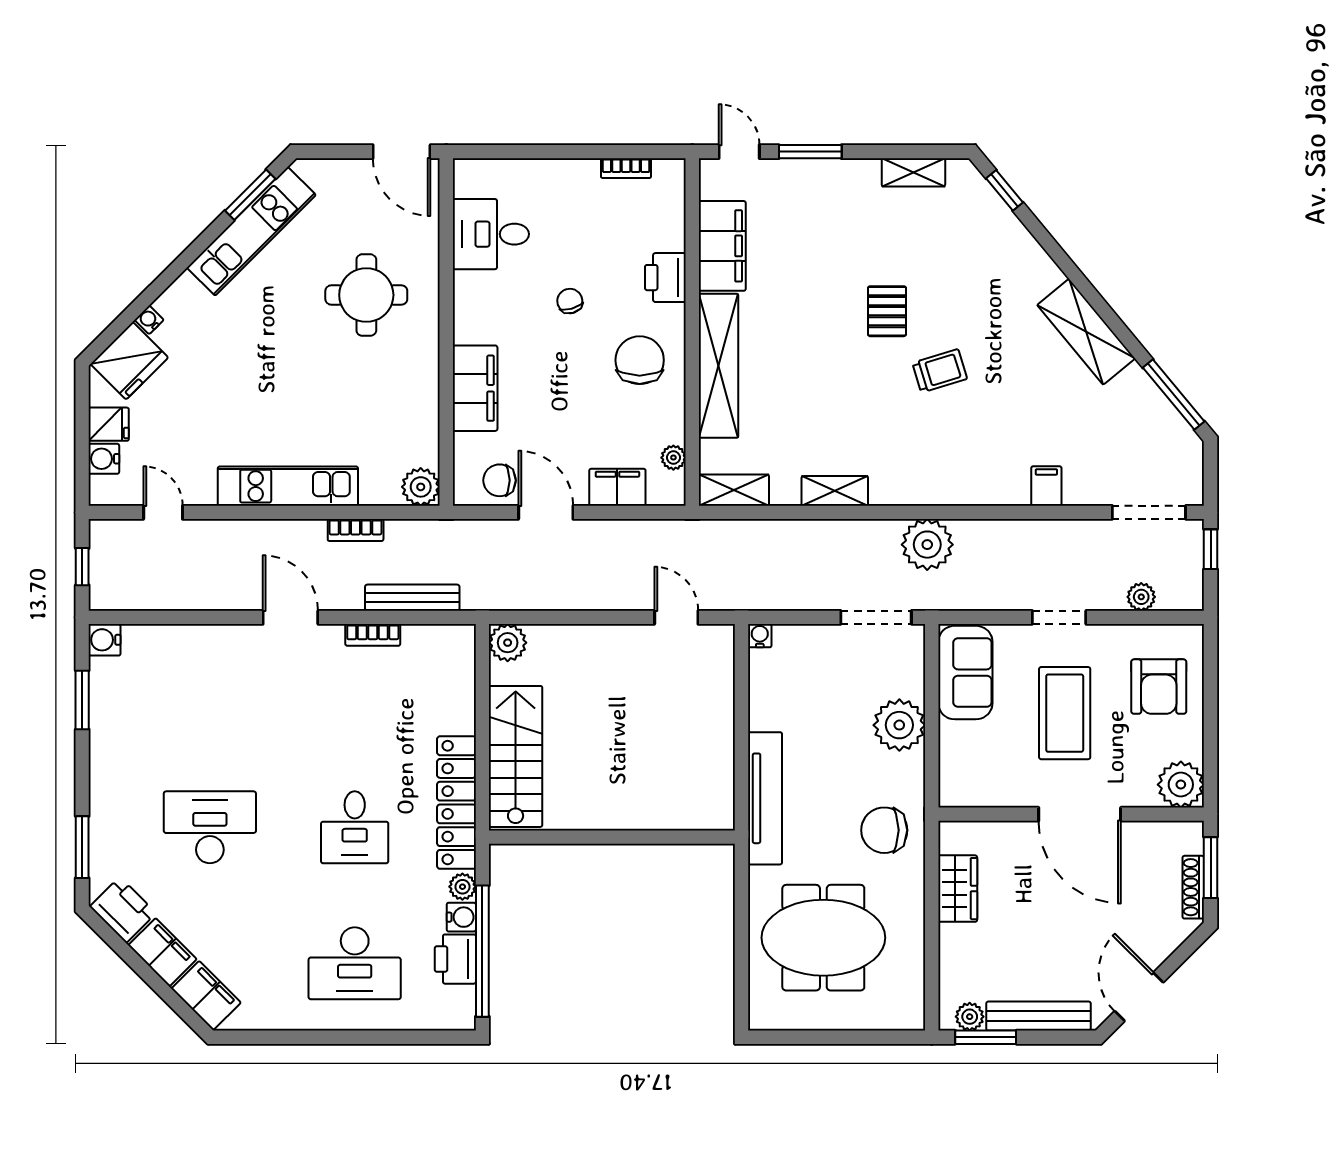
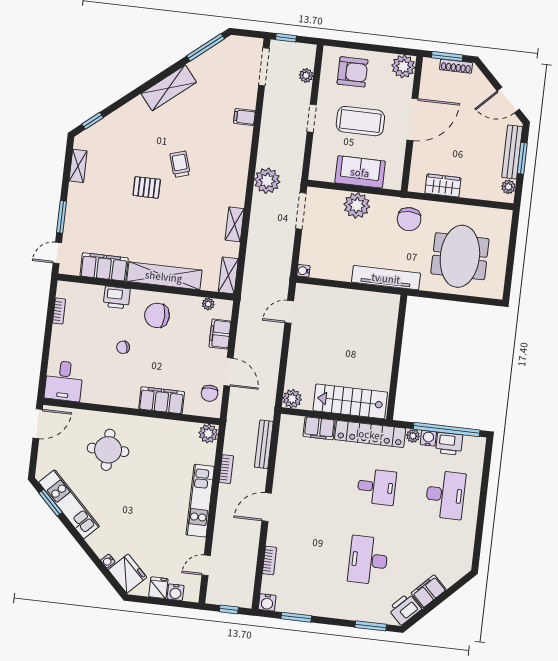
desk: (491, 234) -> (64, 381), moved
door: (546, 512) -> (229, 372), swing flipped
bookcase: (373, 635) -> (269, 561), moved
sofa: (965, 673) -> (360, 172), moved
filing cabinet: (206, 996) -> (319, 428), moved, turned -135
window: (986, 1037) -> (522, 158), moved

